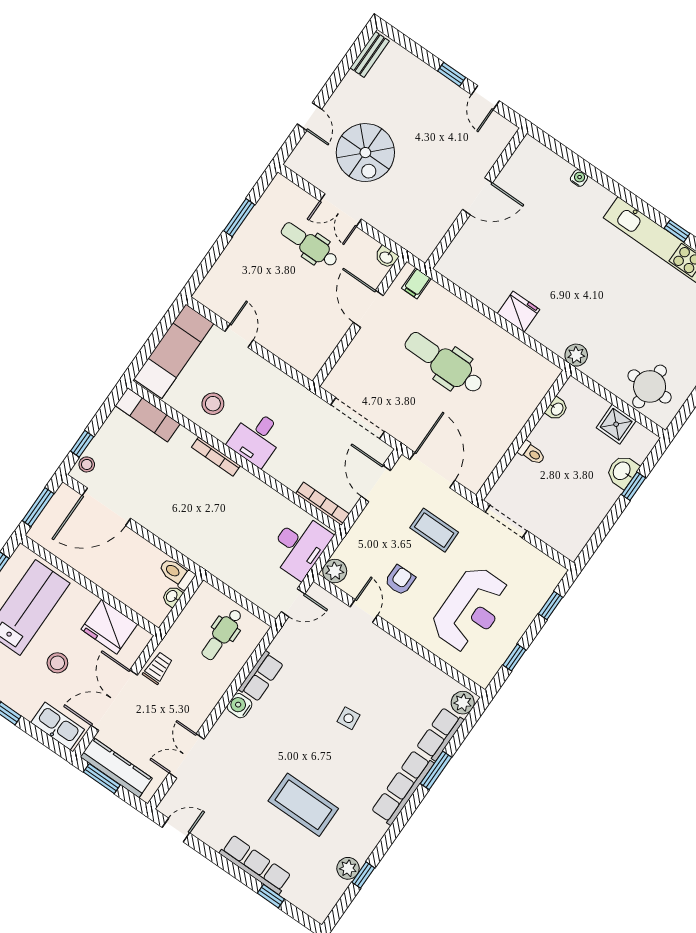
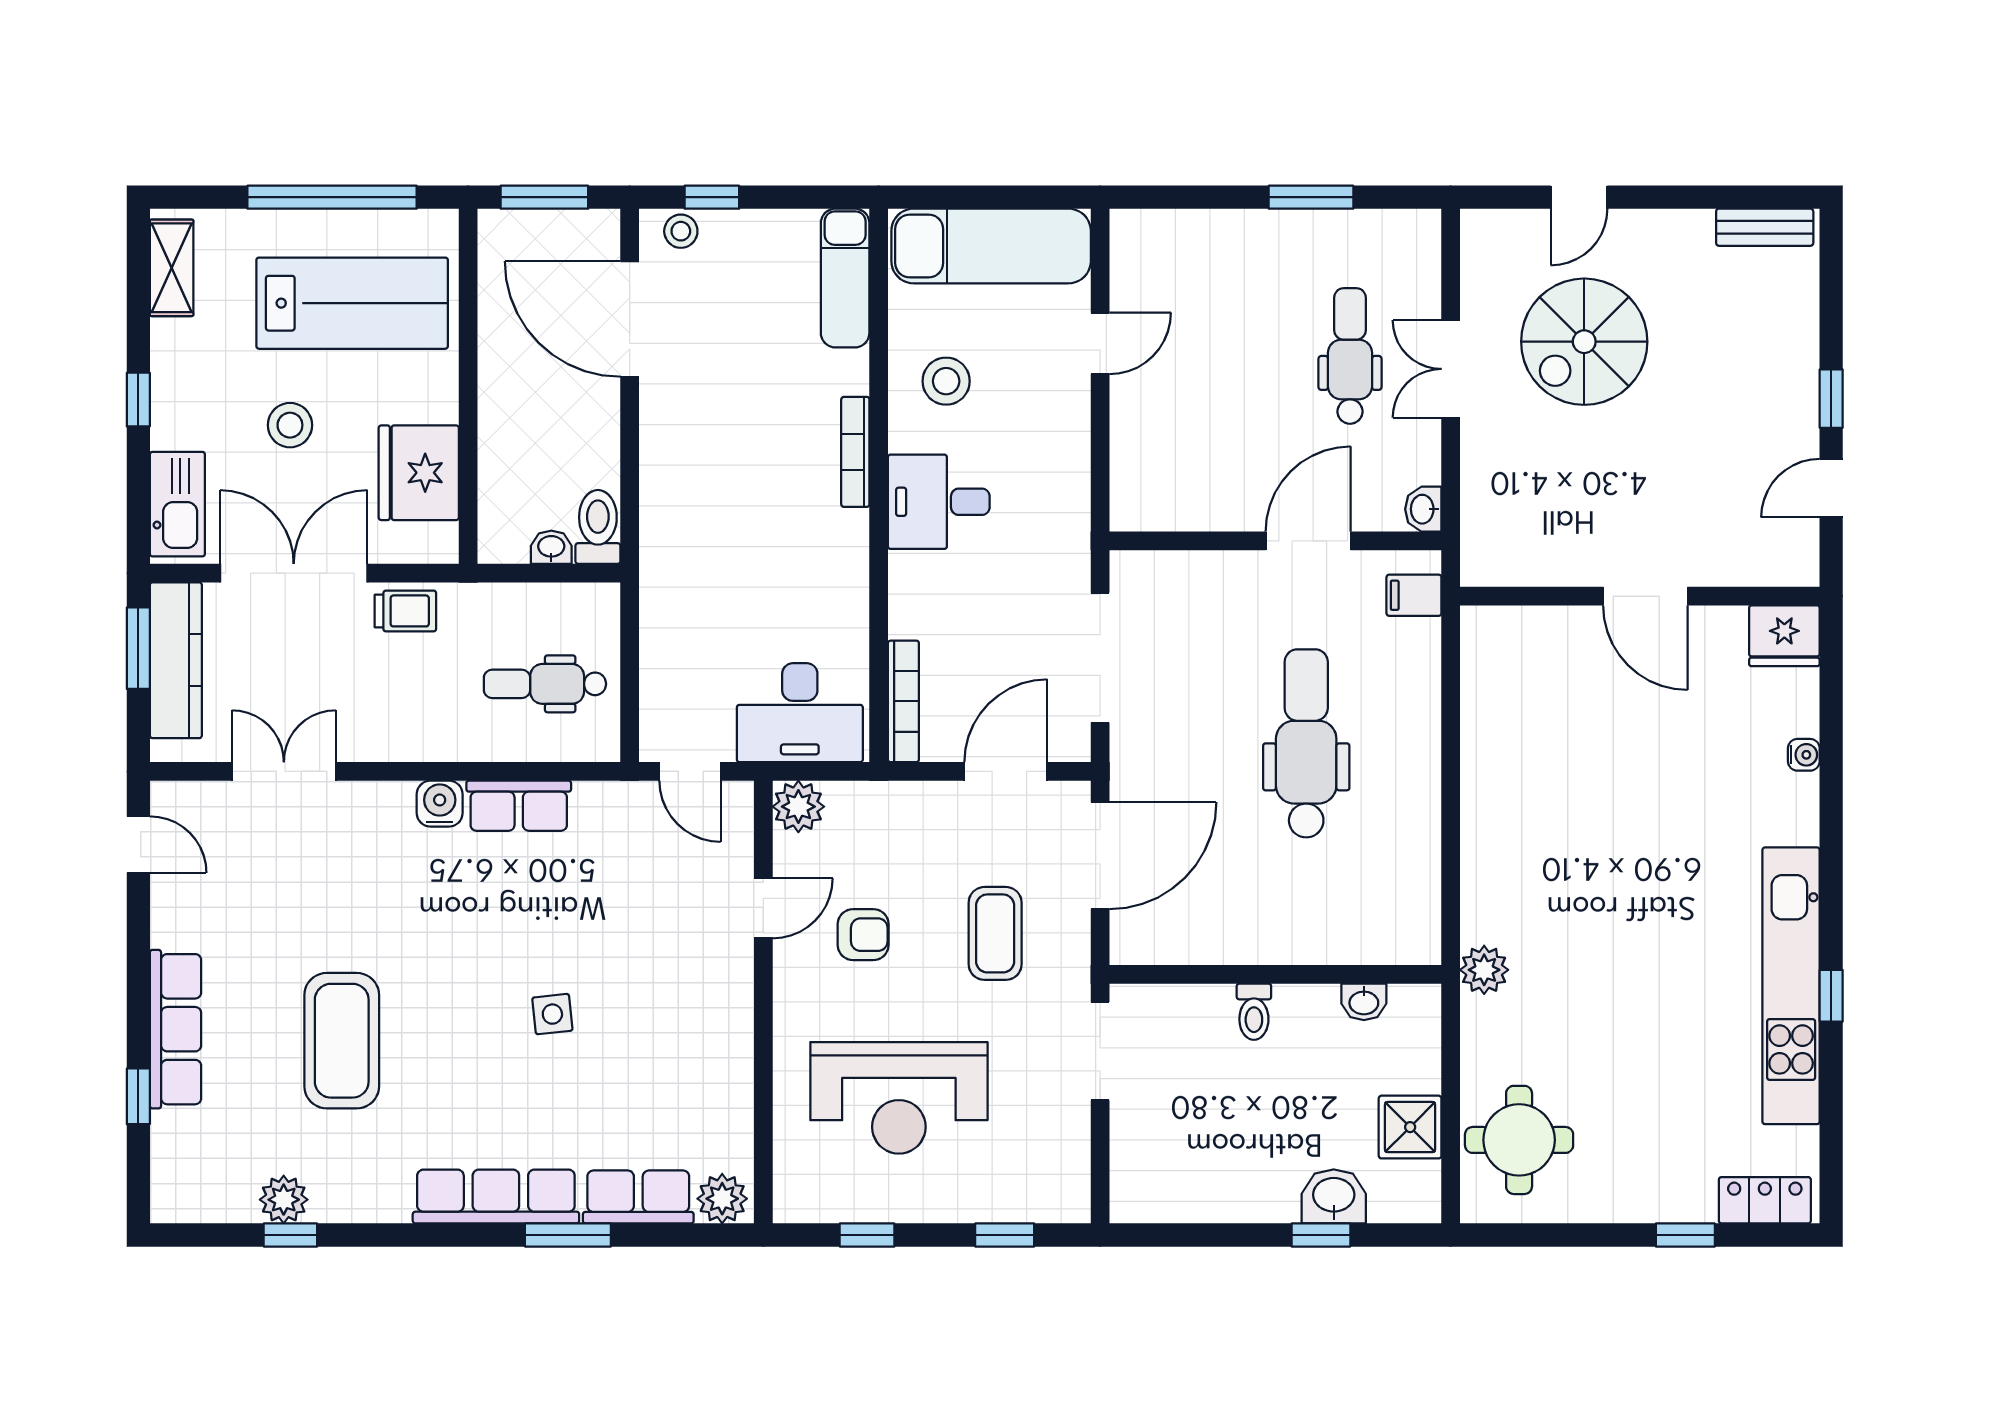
fridge: (519, 312) -> (1784, 636), moved, turned 90

